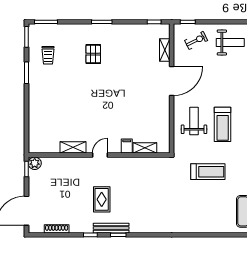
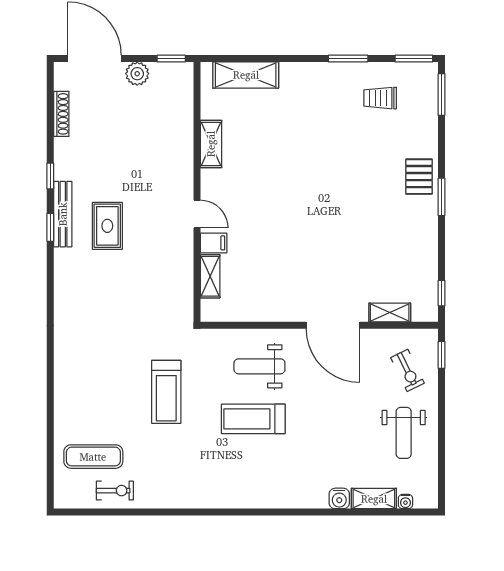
pallet: (93, 54) -> (419, 177), moved, turned 90
weight bench: (194, 121) -> (259, 366), turned 180
shelving: (35, 128) -> (246, 75), added
door: (100, 155) -> (197, 214), moved
plant: (35, 163) -> (137, 74), moved
rug: (102, 199) -> (107, 226), moved, turned 90

